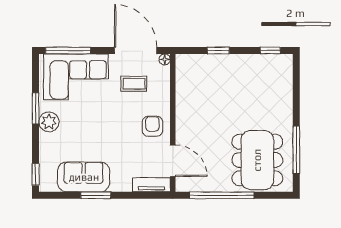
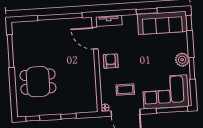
armchair: (152, 126) -> (111, 61), turned 180
dining table: (257, 160) -> (38, 82), moved, width x0.73
sofa: (84, 177) -> (162, 23), width x1.36

